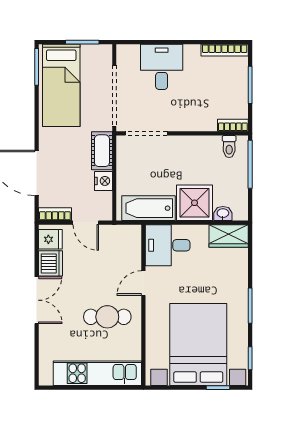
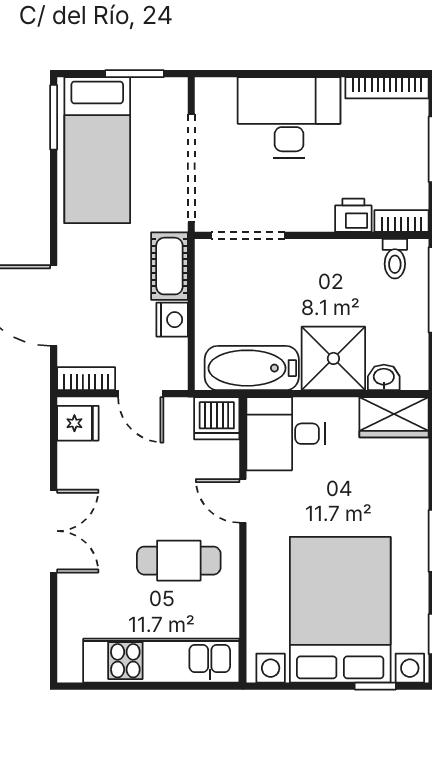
desk: (162, 67) -> (289, 117), width x1.37
printer: (206, 122) -> (353, 215), added
dishwasher: (51, 263) -> (217, 418), moved, turned 90
door: (143, 283) -> (243, 501), hinge flipped

